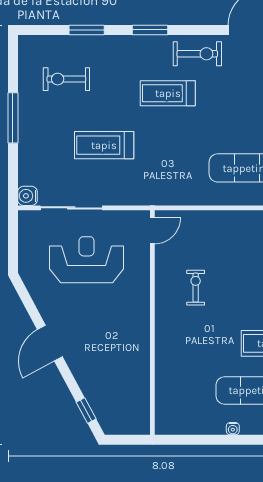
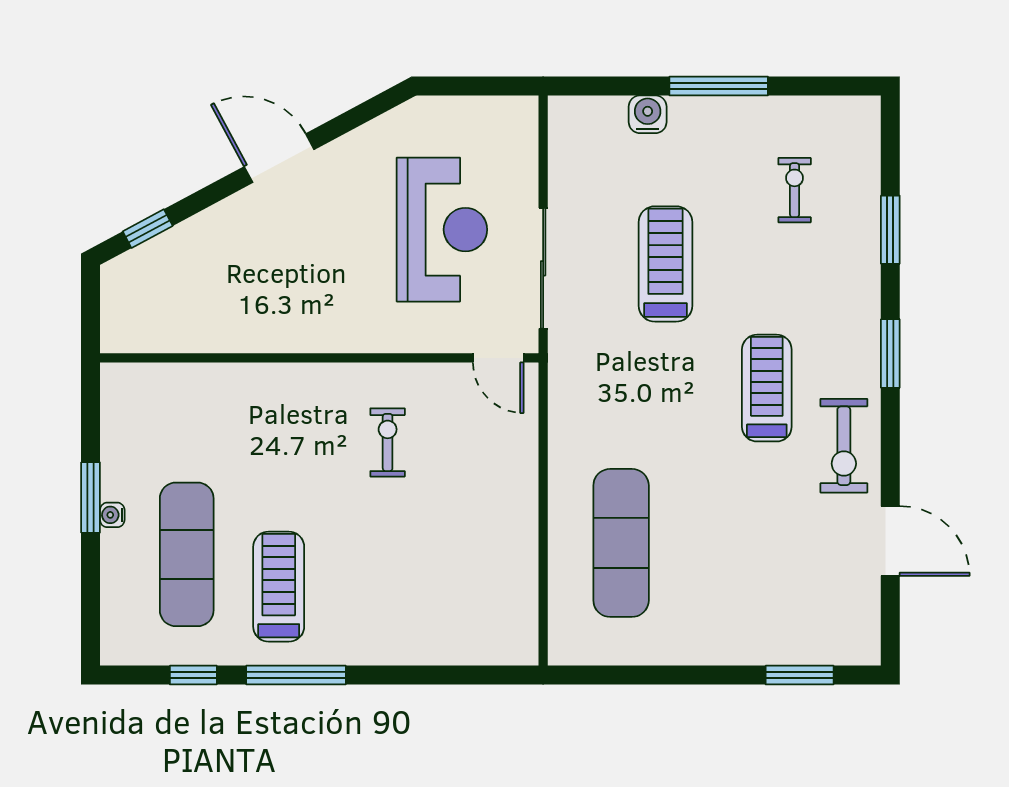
exercise bike: (66, 79) -> (795, 190), width x0.73, depth x0.72
water cooler: (27, 196) -> (648, 114), moved
sliding door: (71, 208) -> (543, 268), moved
exercise bike: (196, 288) -> (388, 442), turned -90
window: (224, 440) -> (91, 497), added

